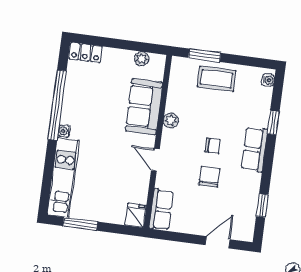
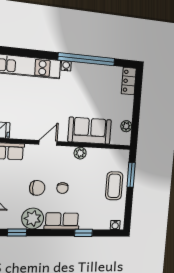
plant: (247, 185) -> (33, 219), added

